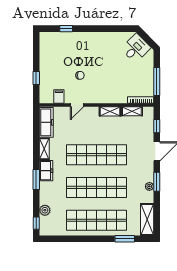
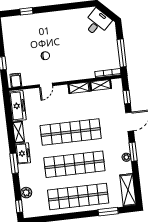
filing cabinet: (59, 97) -> (16, 80), moved

